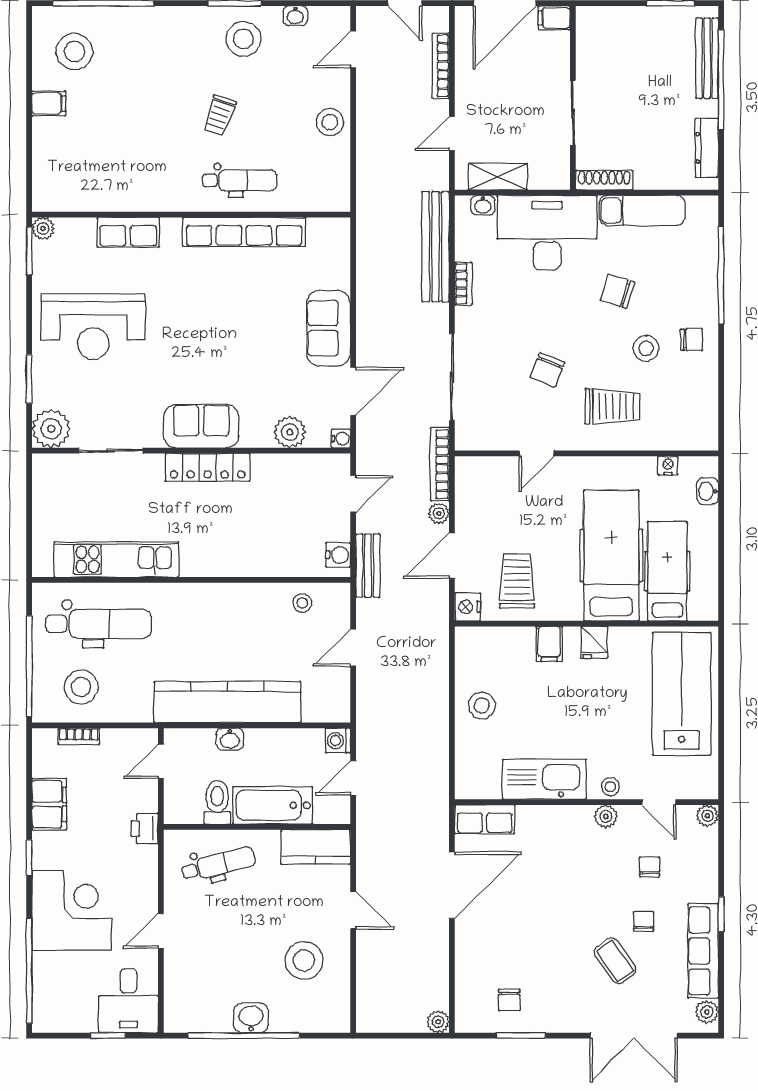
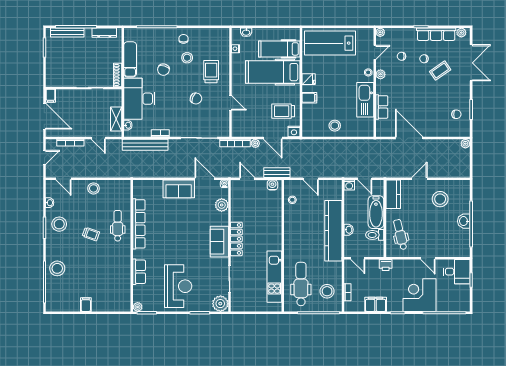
stool: (74, 52) -> (57, 268), moved
row of seats: (485, 819) -> (382, 107), moved

